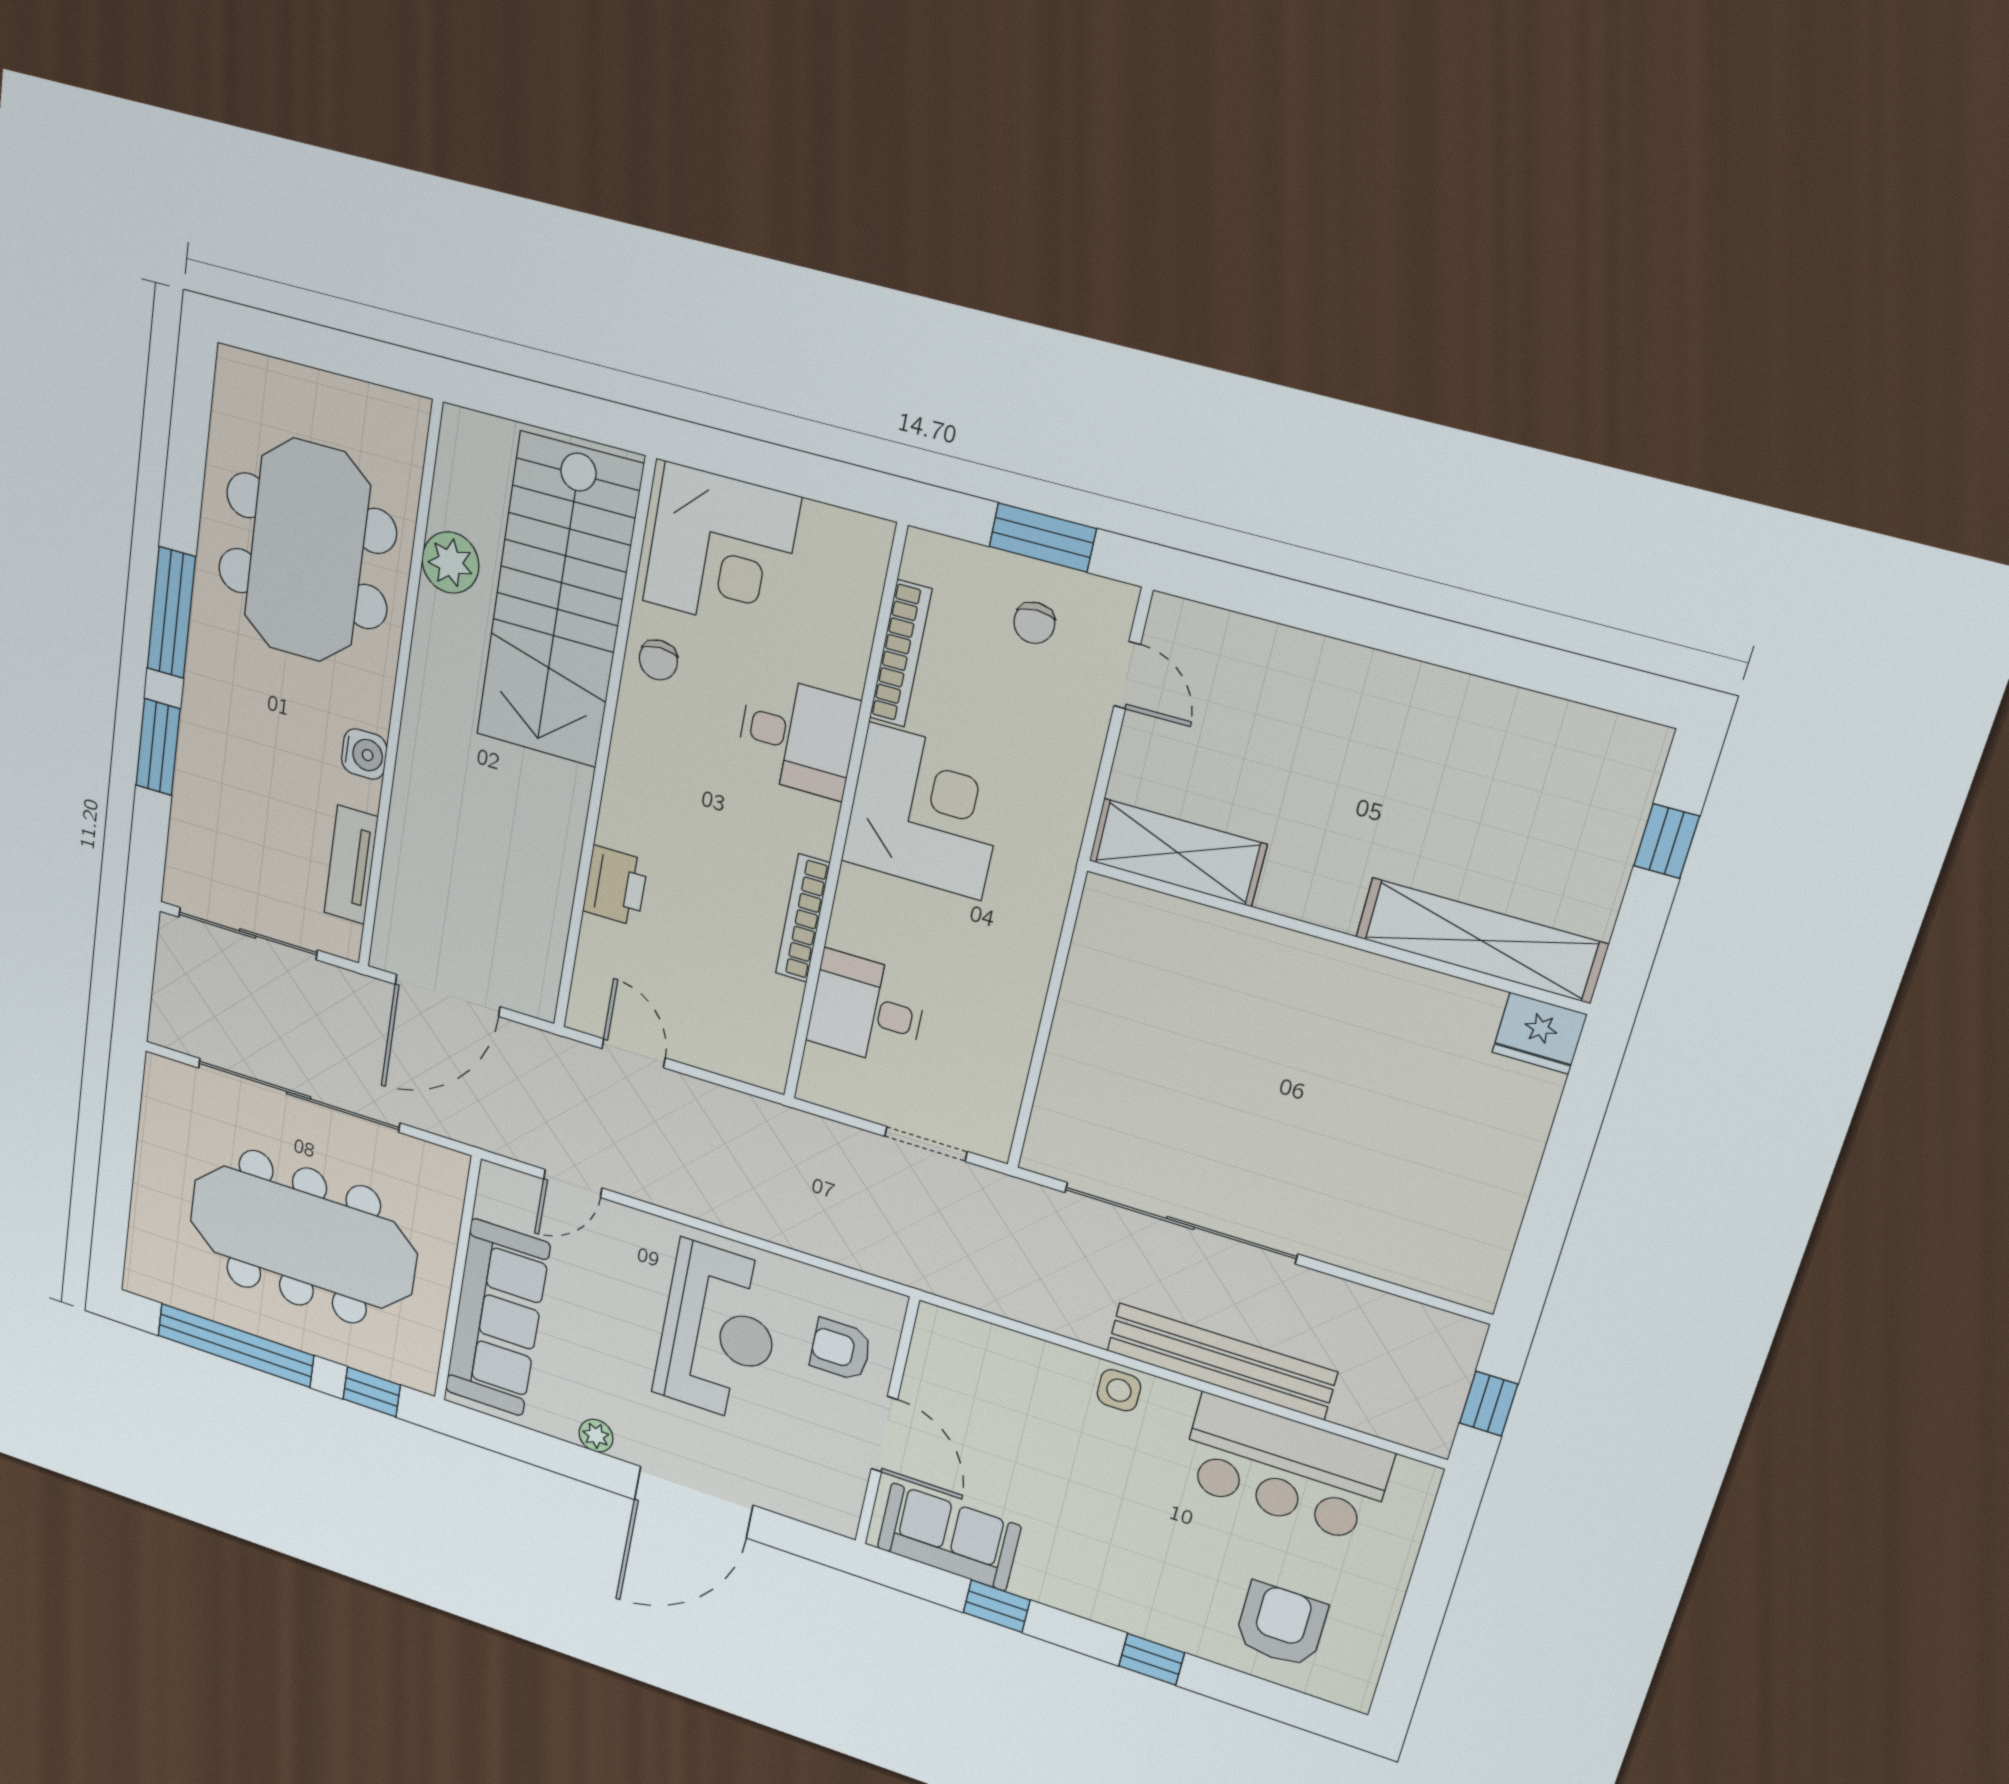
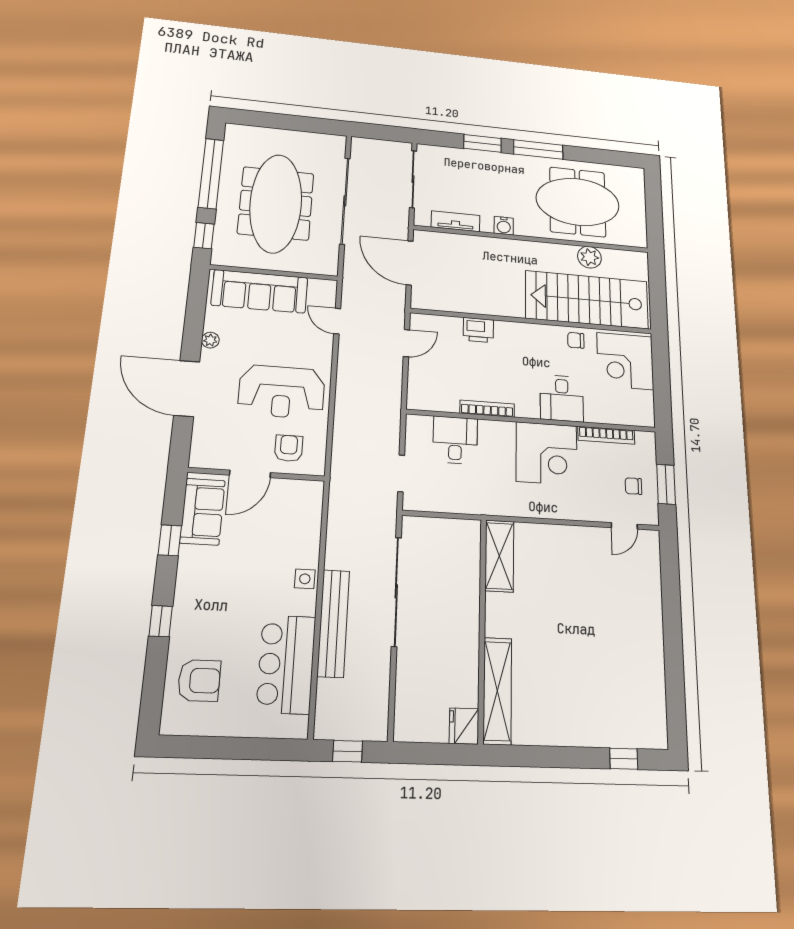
shelving: (1178, 853) -> (499, 556), moved
wall: (1334, 936) -> (482, 628), moved
shelving: (1481, 940) -> (497, 691), moved
fridge: (1539, 1033) -> (464, 726), moved

